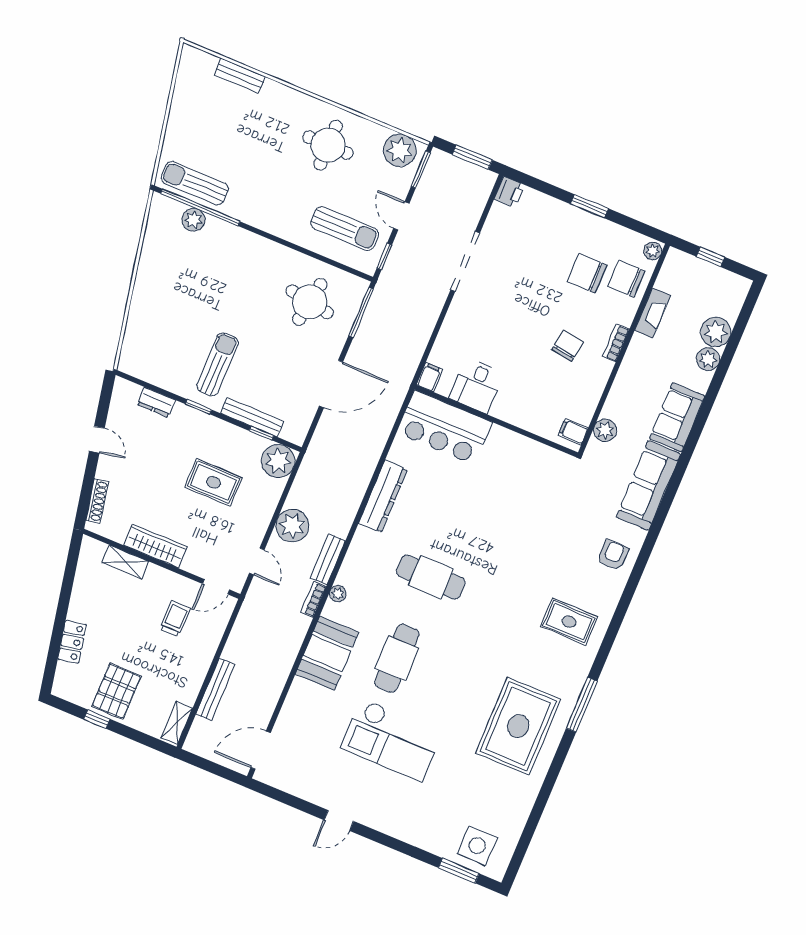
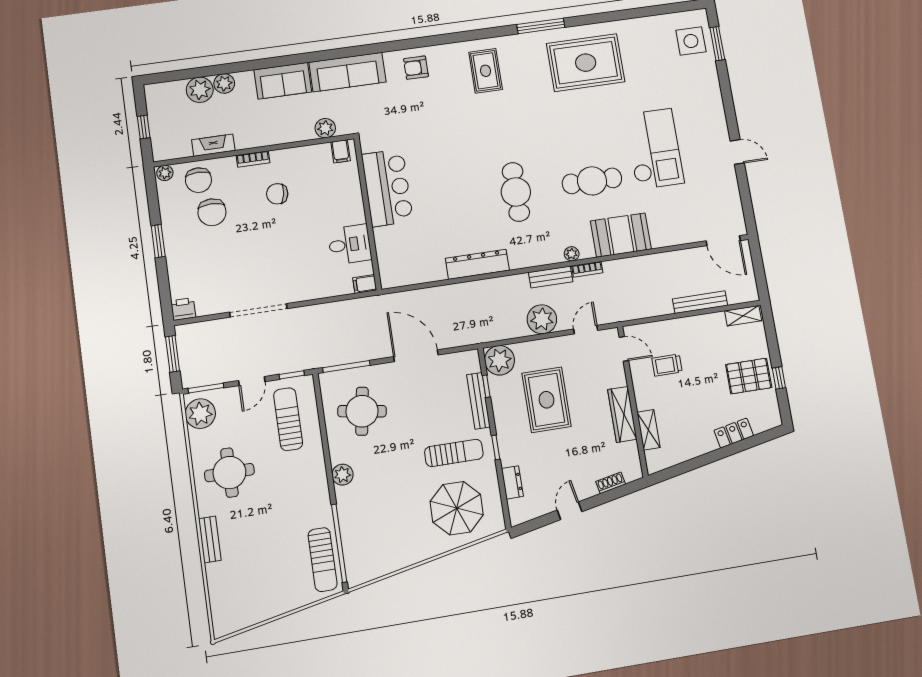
bench: (240, 76) -> (210, 539), moved
plant: (193, 220) -> (342, 475), moved
parasol: (165, 336) -> (457, 508), added
sun lounger: (218, 364) -> (454, 453), turned 180
bar counter: (444, 427) -> (387, 188), moved
rug: (213, 482) -> (546, 400), width x1.36, depth x1.43
shoe rack: (97, 501) -> (611, 483), width x0.70

